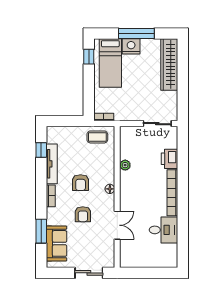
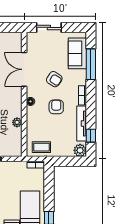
plant: (54, 133) -> (80, 150), added
armchair: (83, 214) -> (54, 79), turned 123
double door: (117, 225) -> (24, 69), width x1.37
window: (41, 231) -> (91, 64), width x1.44

